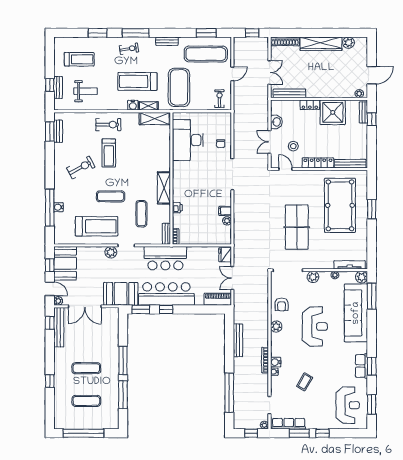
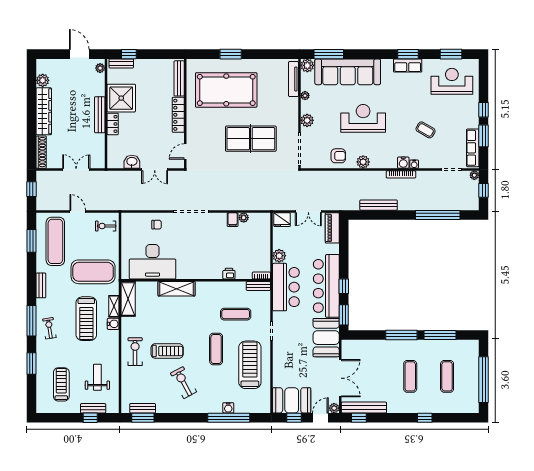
bench: (289, 93) -> (100, 115), moved
stool: (293, 146) -> (159, 143), removed
shelving: (164, 188) -> (176, 289), moved
plant: (111, 252) -> (279, 256), moved

